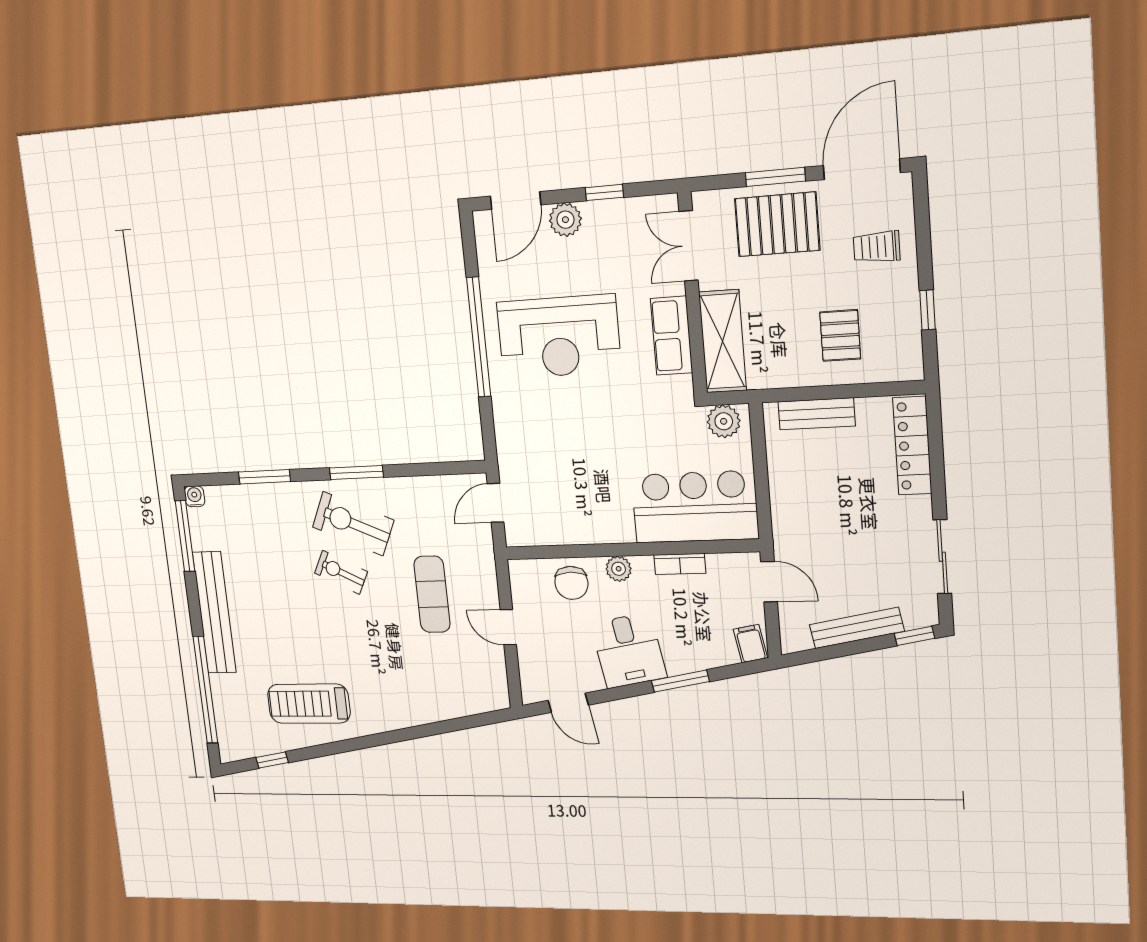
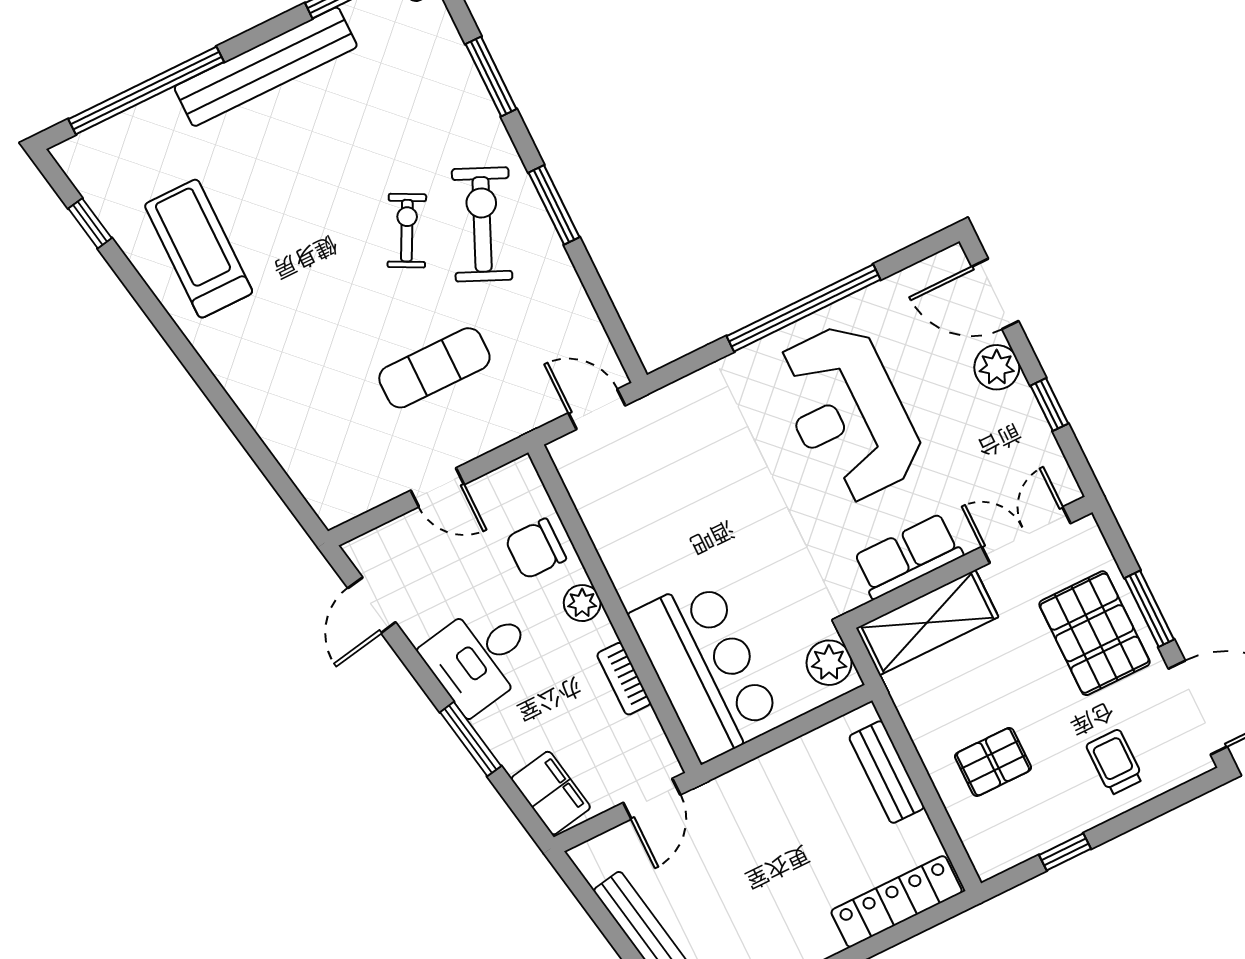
door: (508, 627) -> (437, 487), swing flipped
filing cabinet: (750, 644) -> (551, 793), width x2.00

